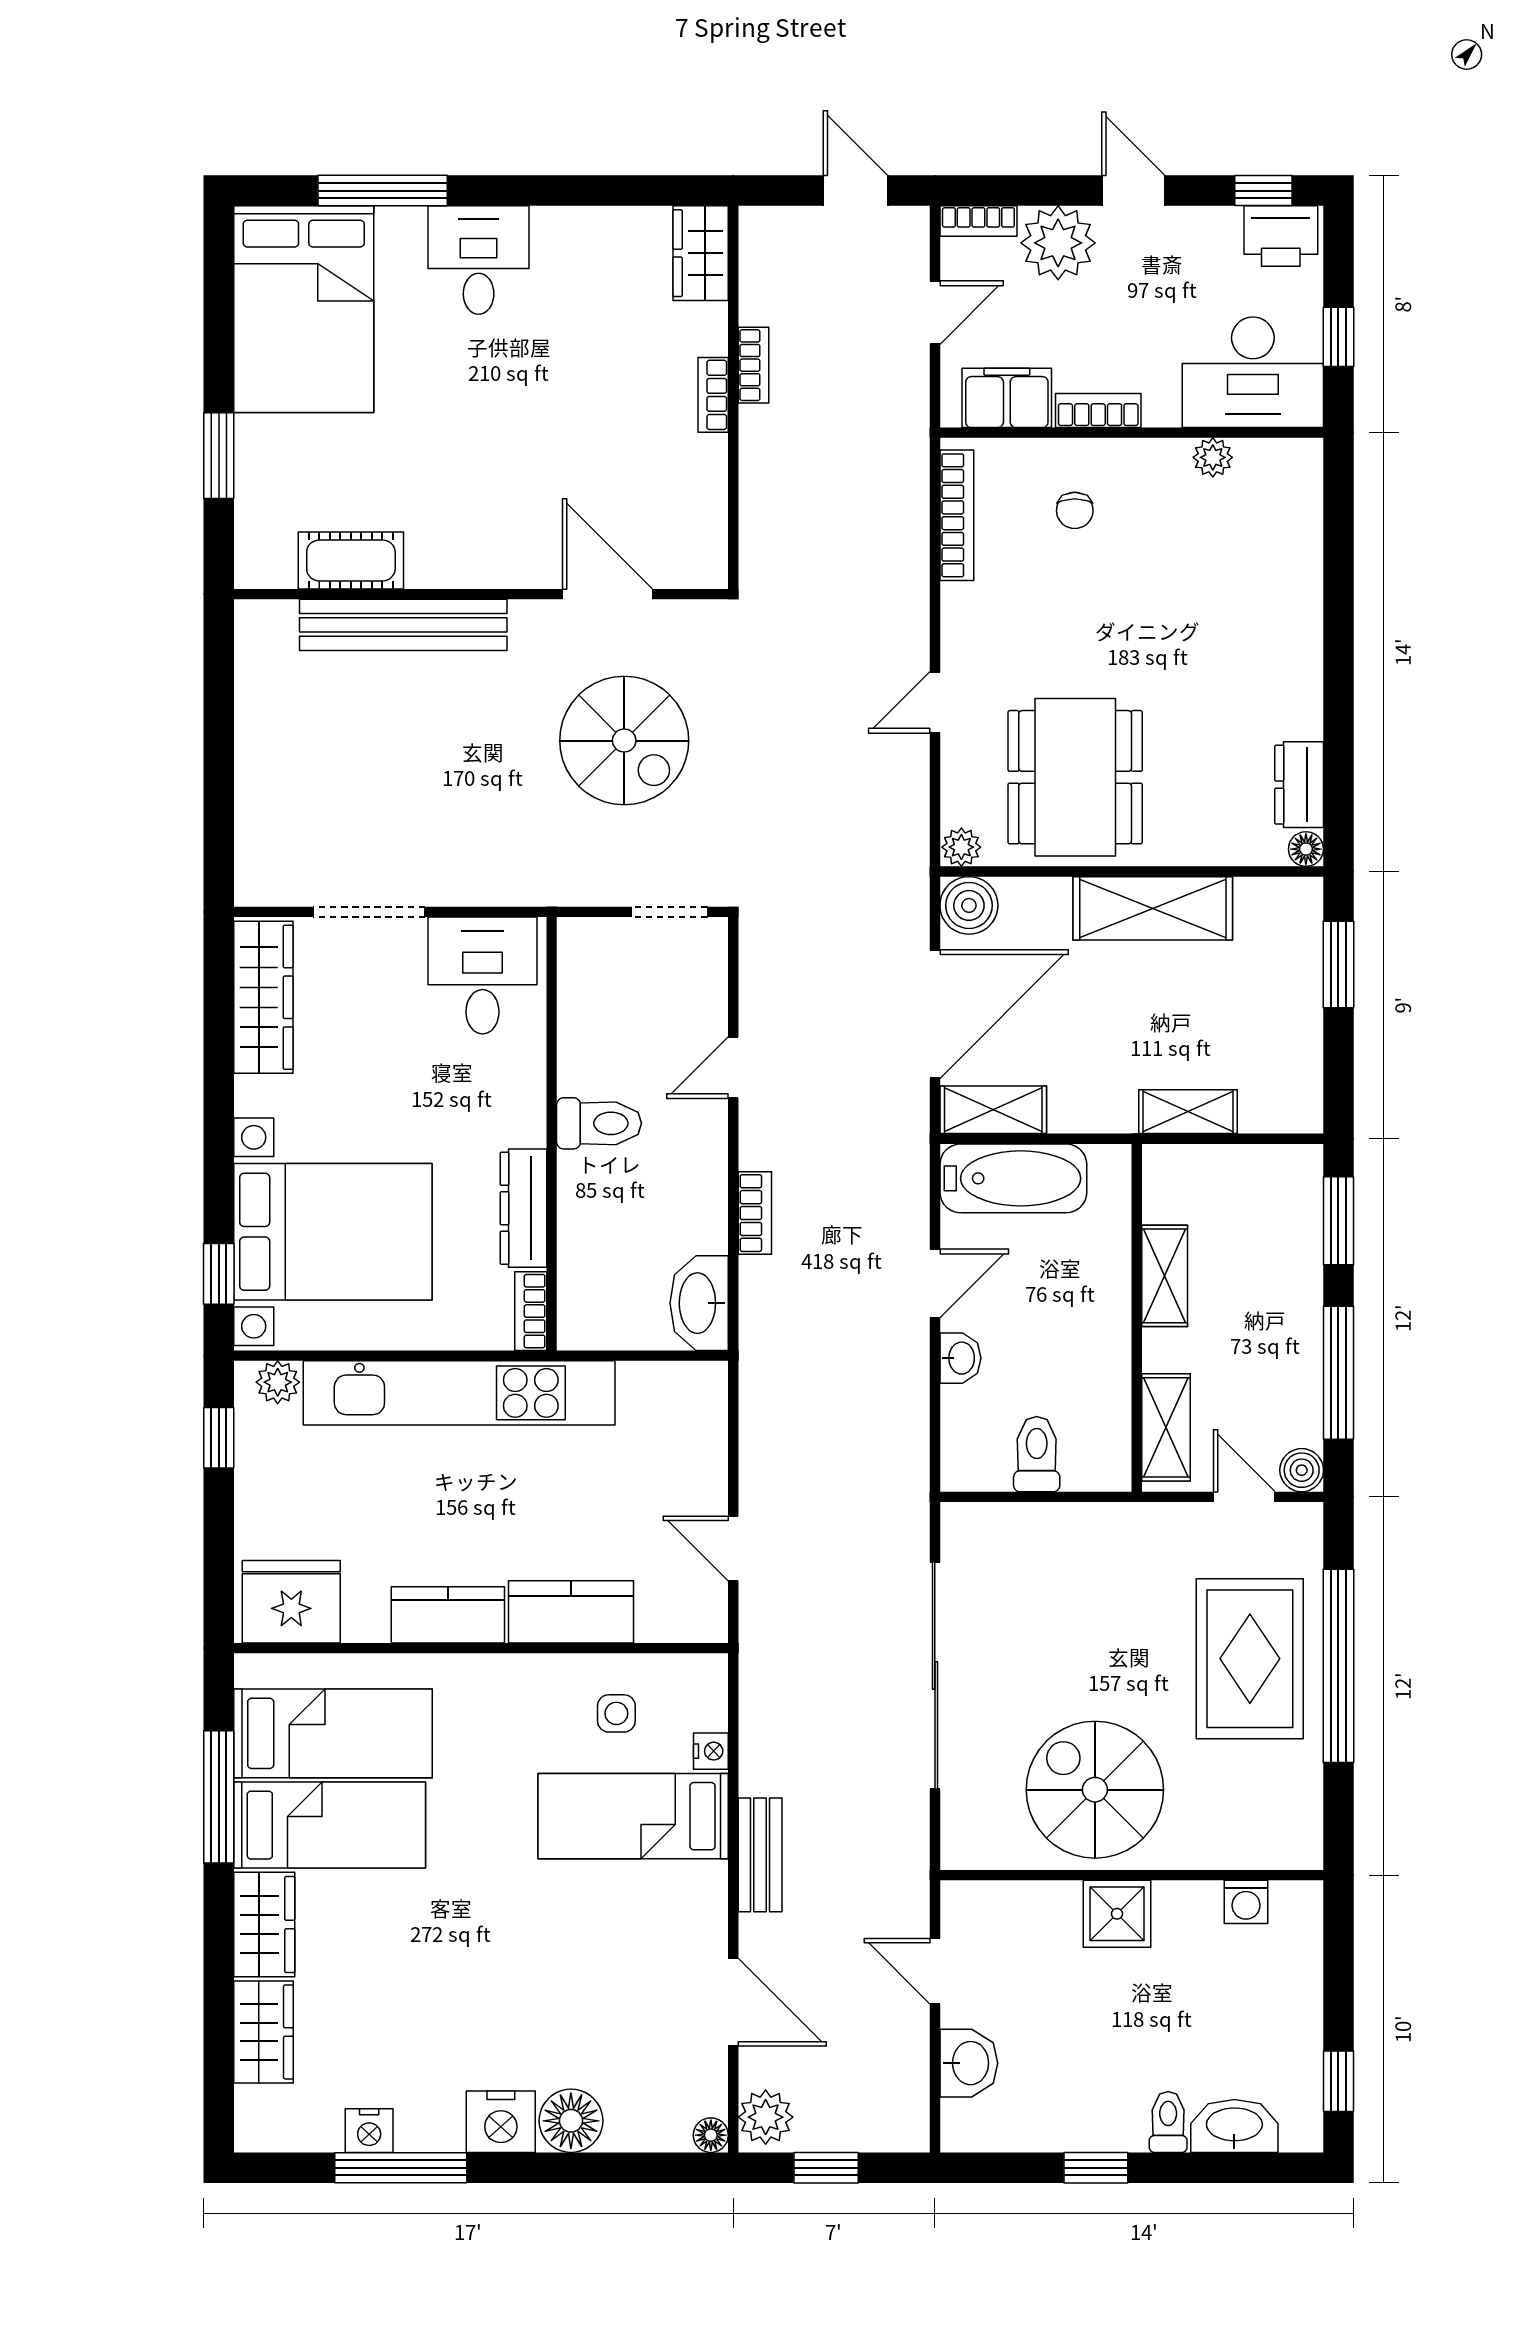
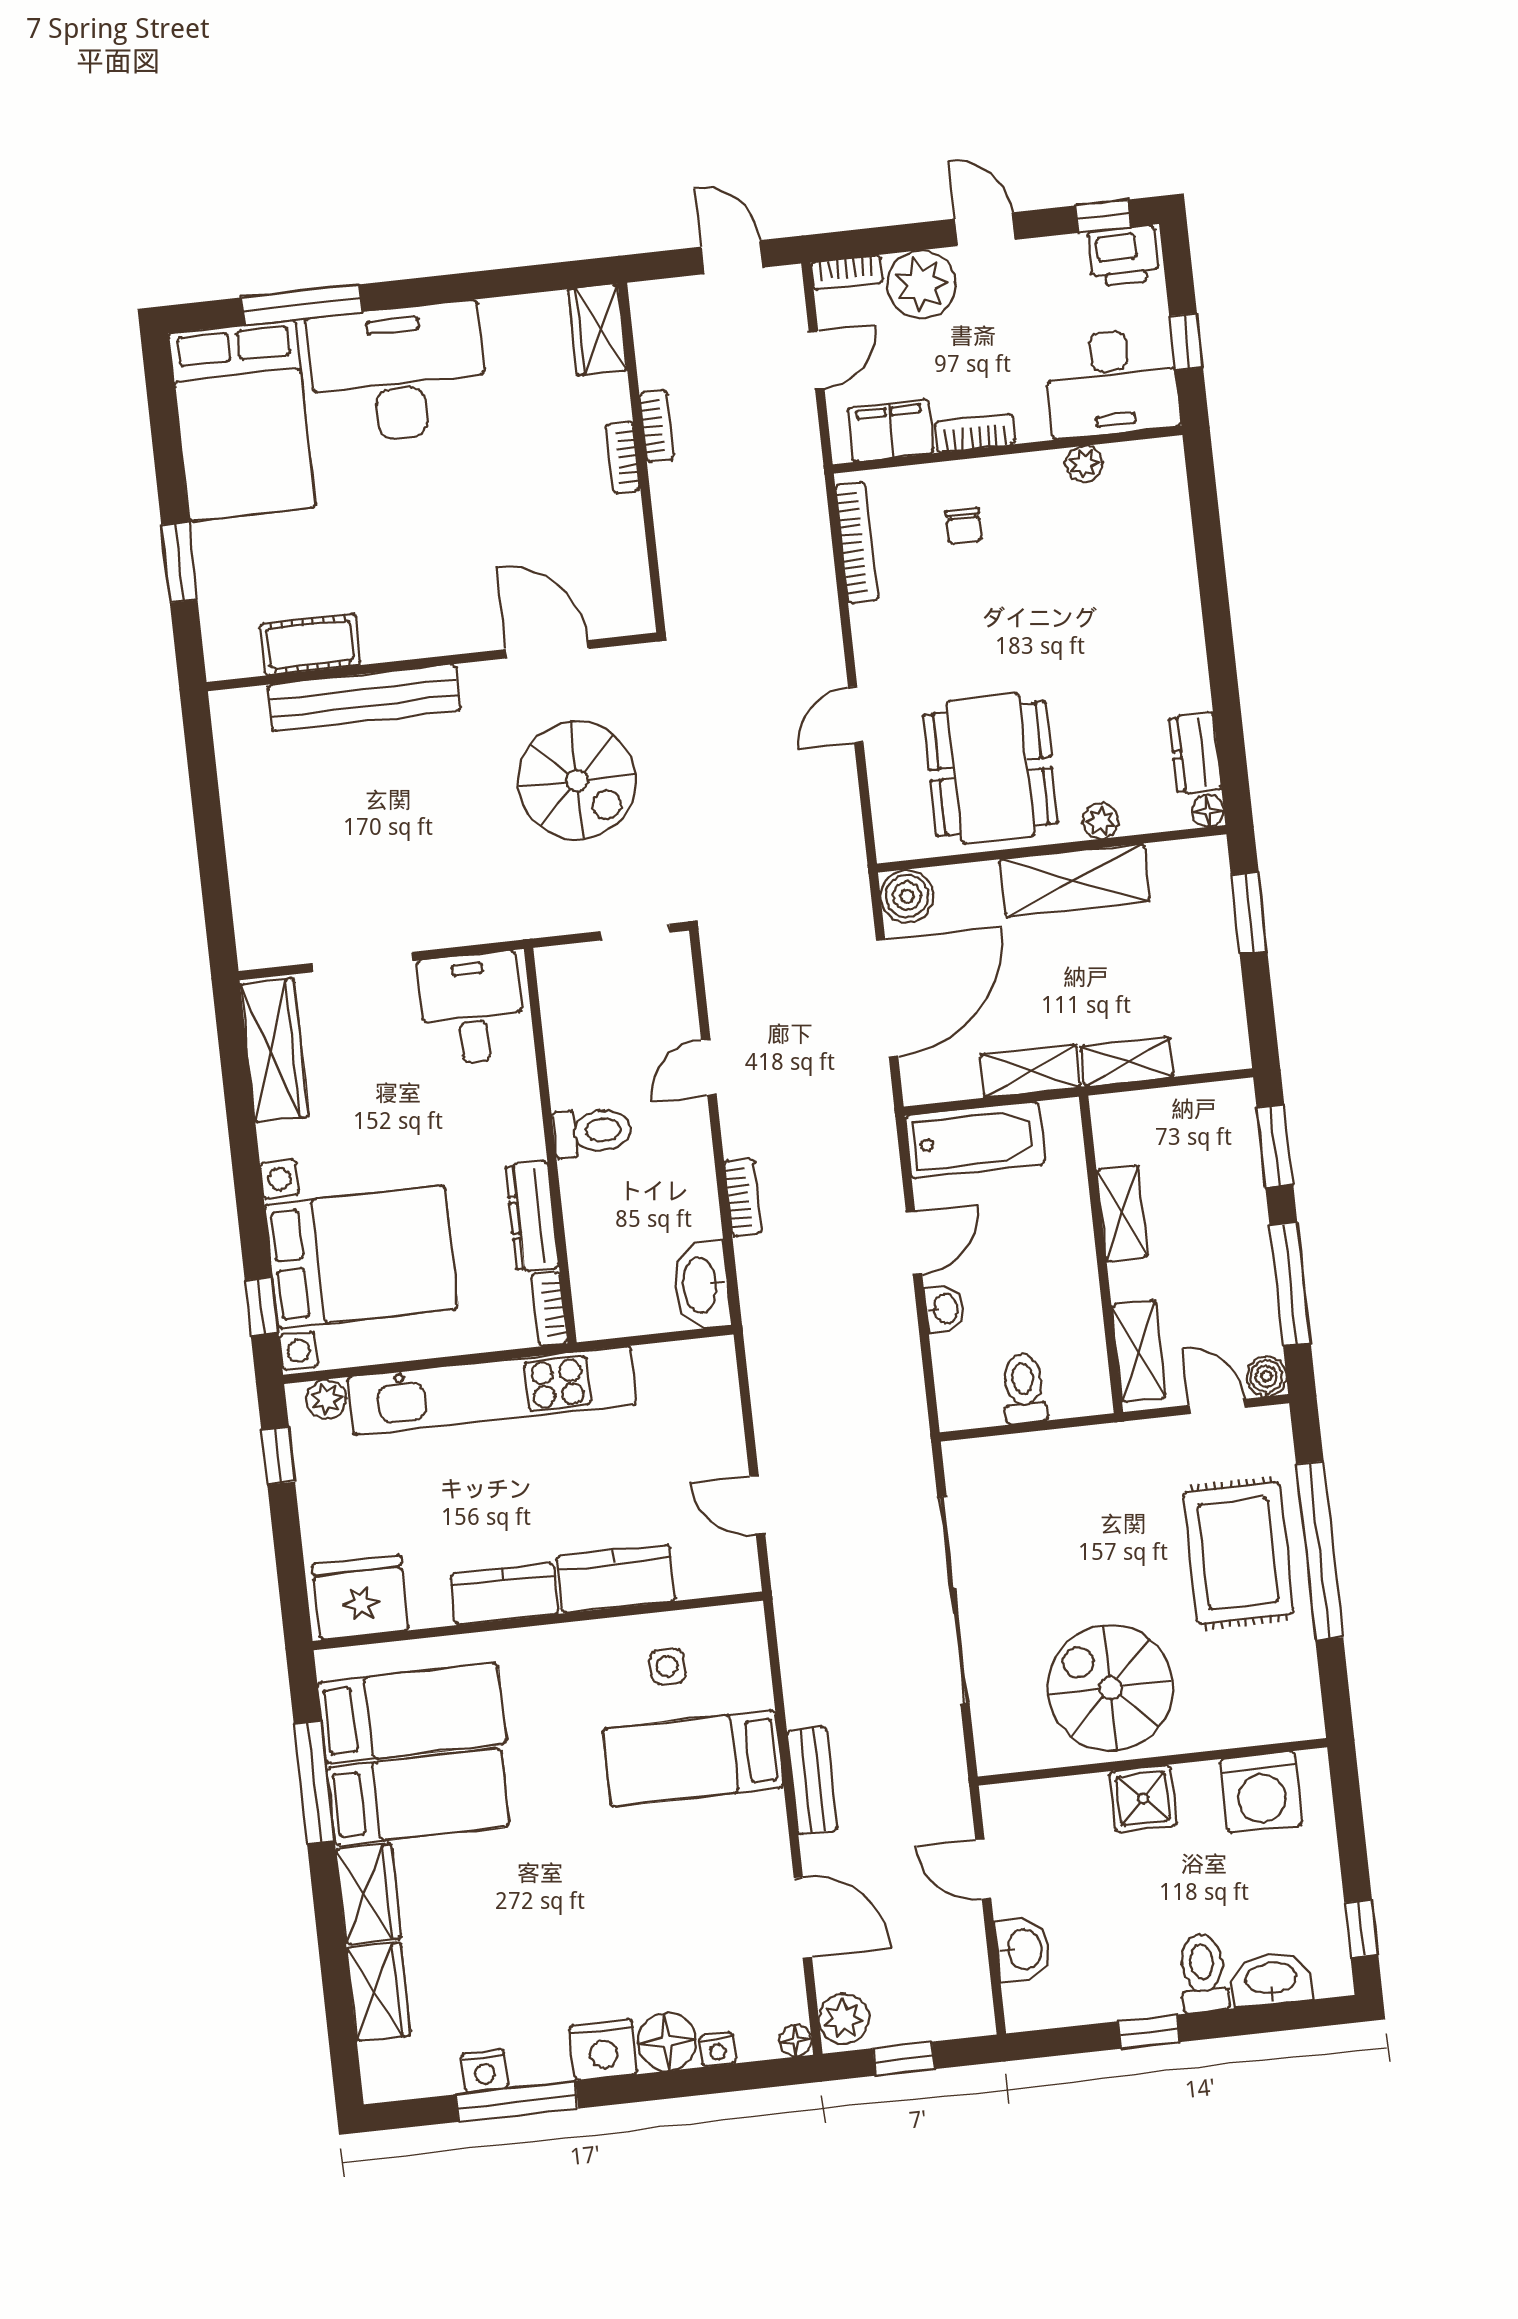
desk: (479, 260) -> (398, 373), width x1.87, depth x1.30
plant: (961, 847) -> (1100, 821), moved
shelving: (993, 1110) -> (1030, 1071), moved
nightstand: (711, 1751) -> (718, 2049), moved, turned 90
washing machine: (1246, 1902) -> (1261, 1792), width x1.89, depth x1.89
toilet: (1168, 2122) -> (1203, 1973), width x1.37, depth x1.39

